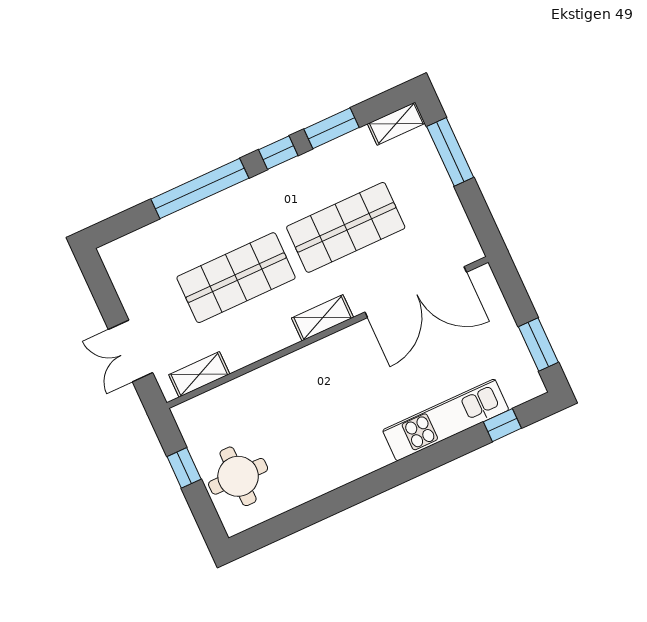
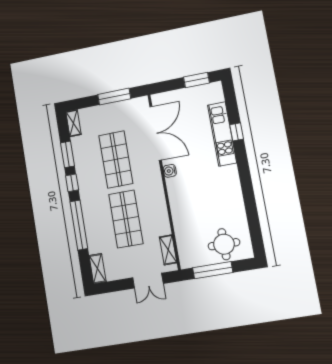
window: (450, 152) -> (114, 97), moved
shelving: (323, 318) -> (98, 269), moved
water cooler: (350, 338) -> (170, 171), added
window: (502, 425) -> (237, 132), moved
window: (184, 468) -> (213, 270), width x2.17

